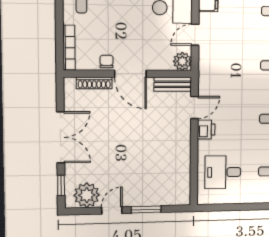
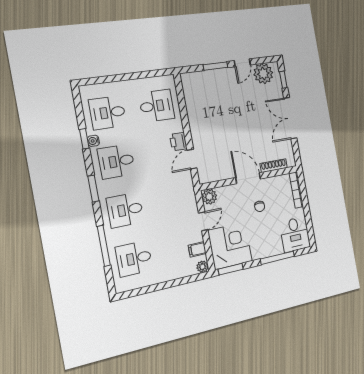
chair: (107, 61) -> (260, 206), moved
bench: (173, 84) -> (213, 176), removed

